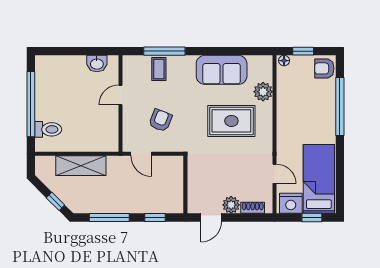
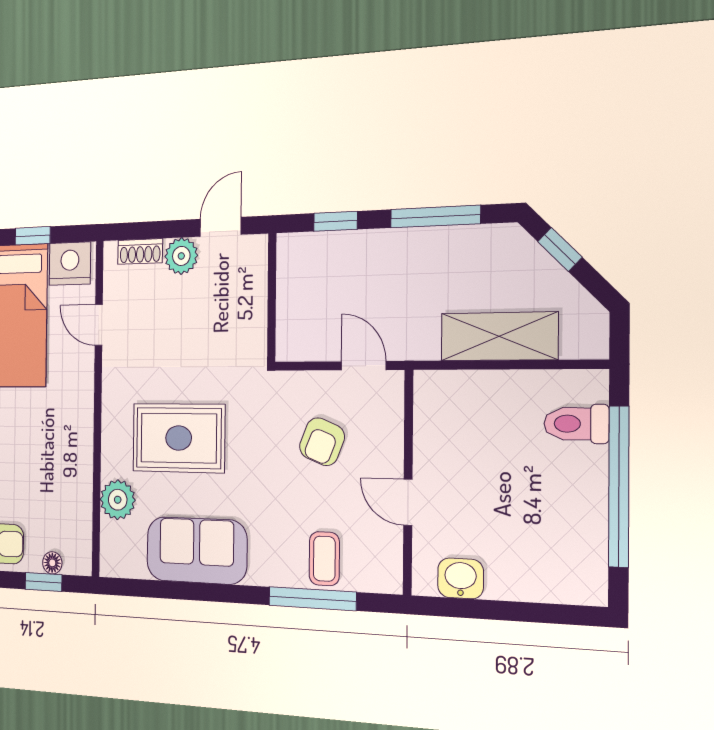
floor lamp: (284, 61) -> (52, 563), moved
door: (120, 95) -> (408, 502), swing flipped

